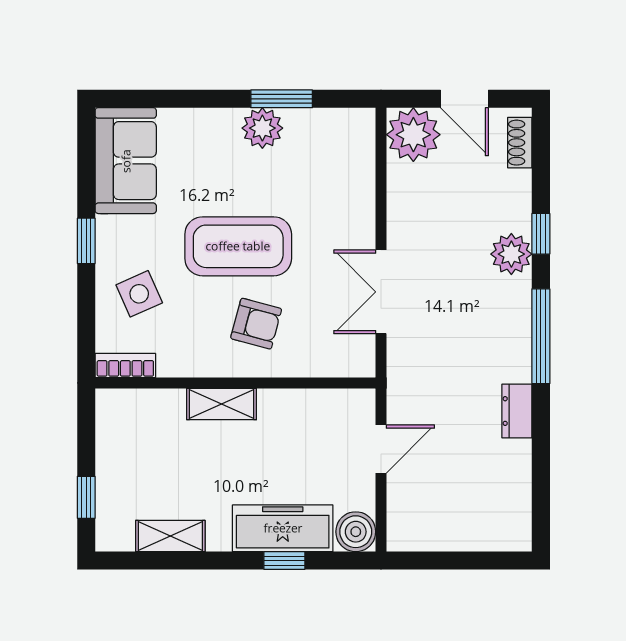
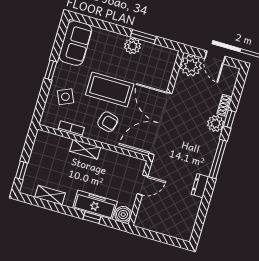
shoe rack: (520, 143) -> (224, 105), moved
double door: (381, 292) -> (160, 123), width x1.87
bookcase: (125, 366) -> (71, 129), moved

